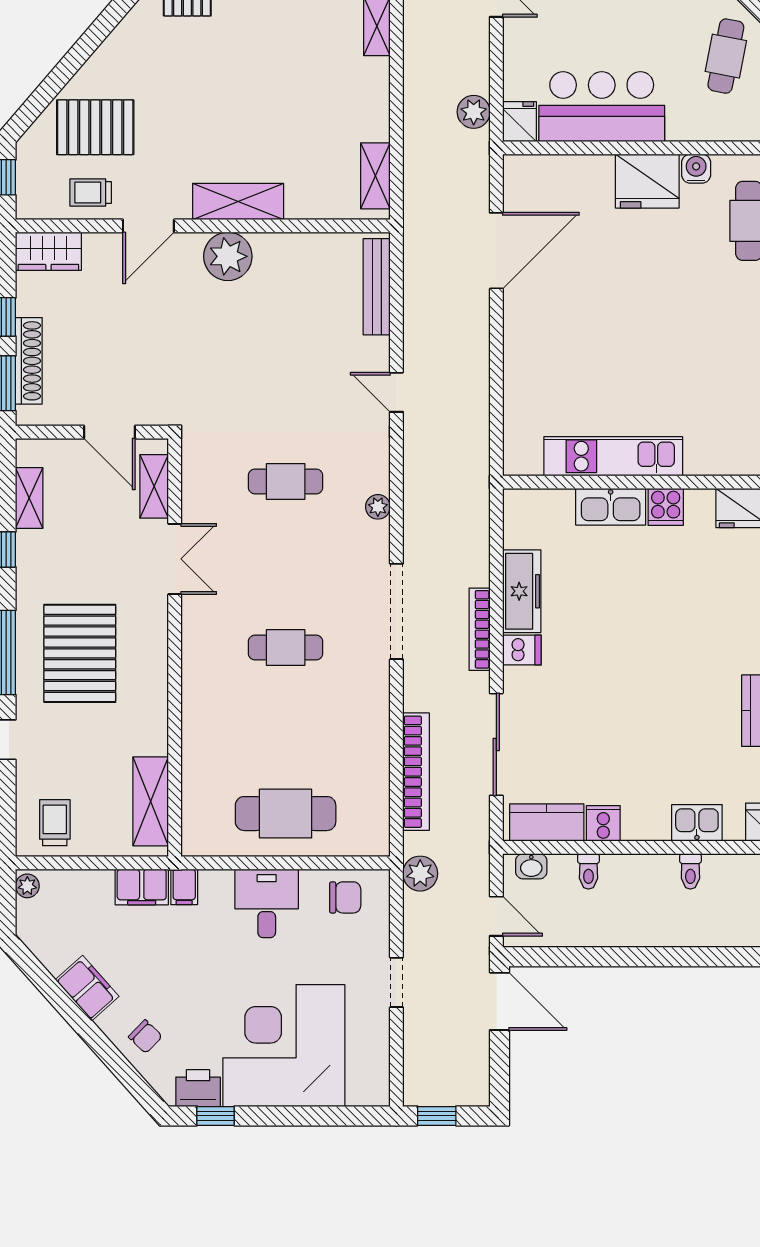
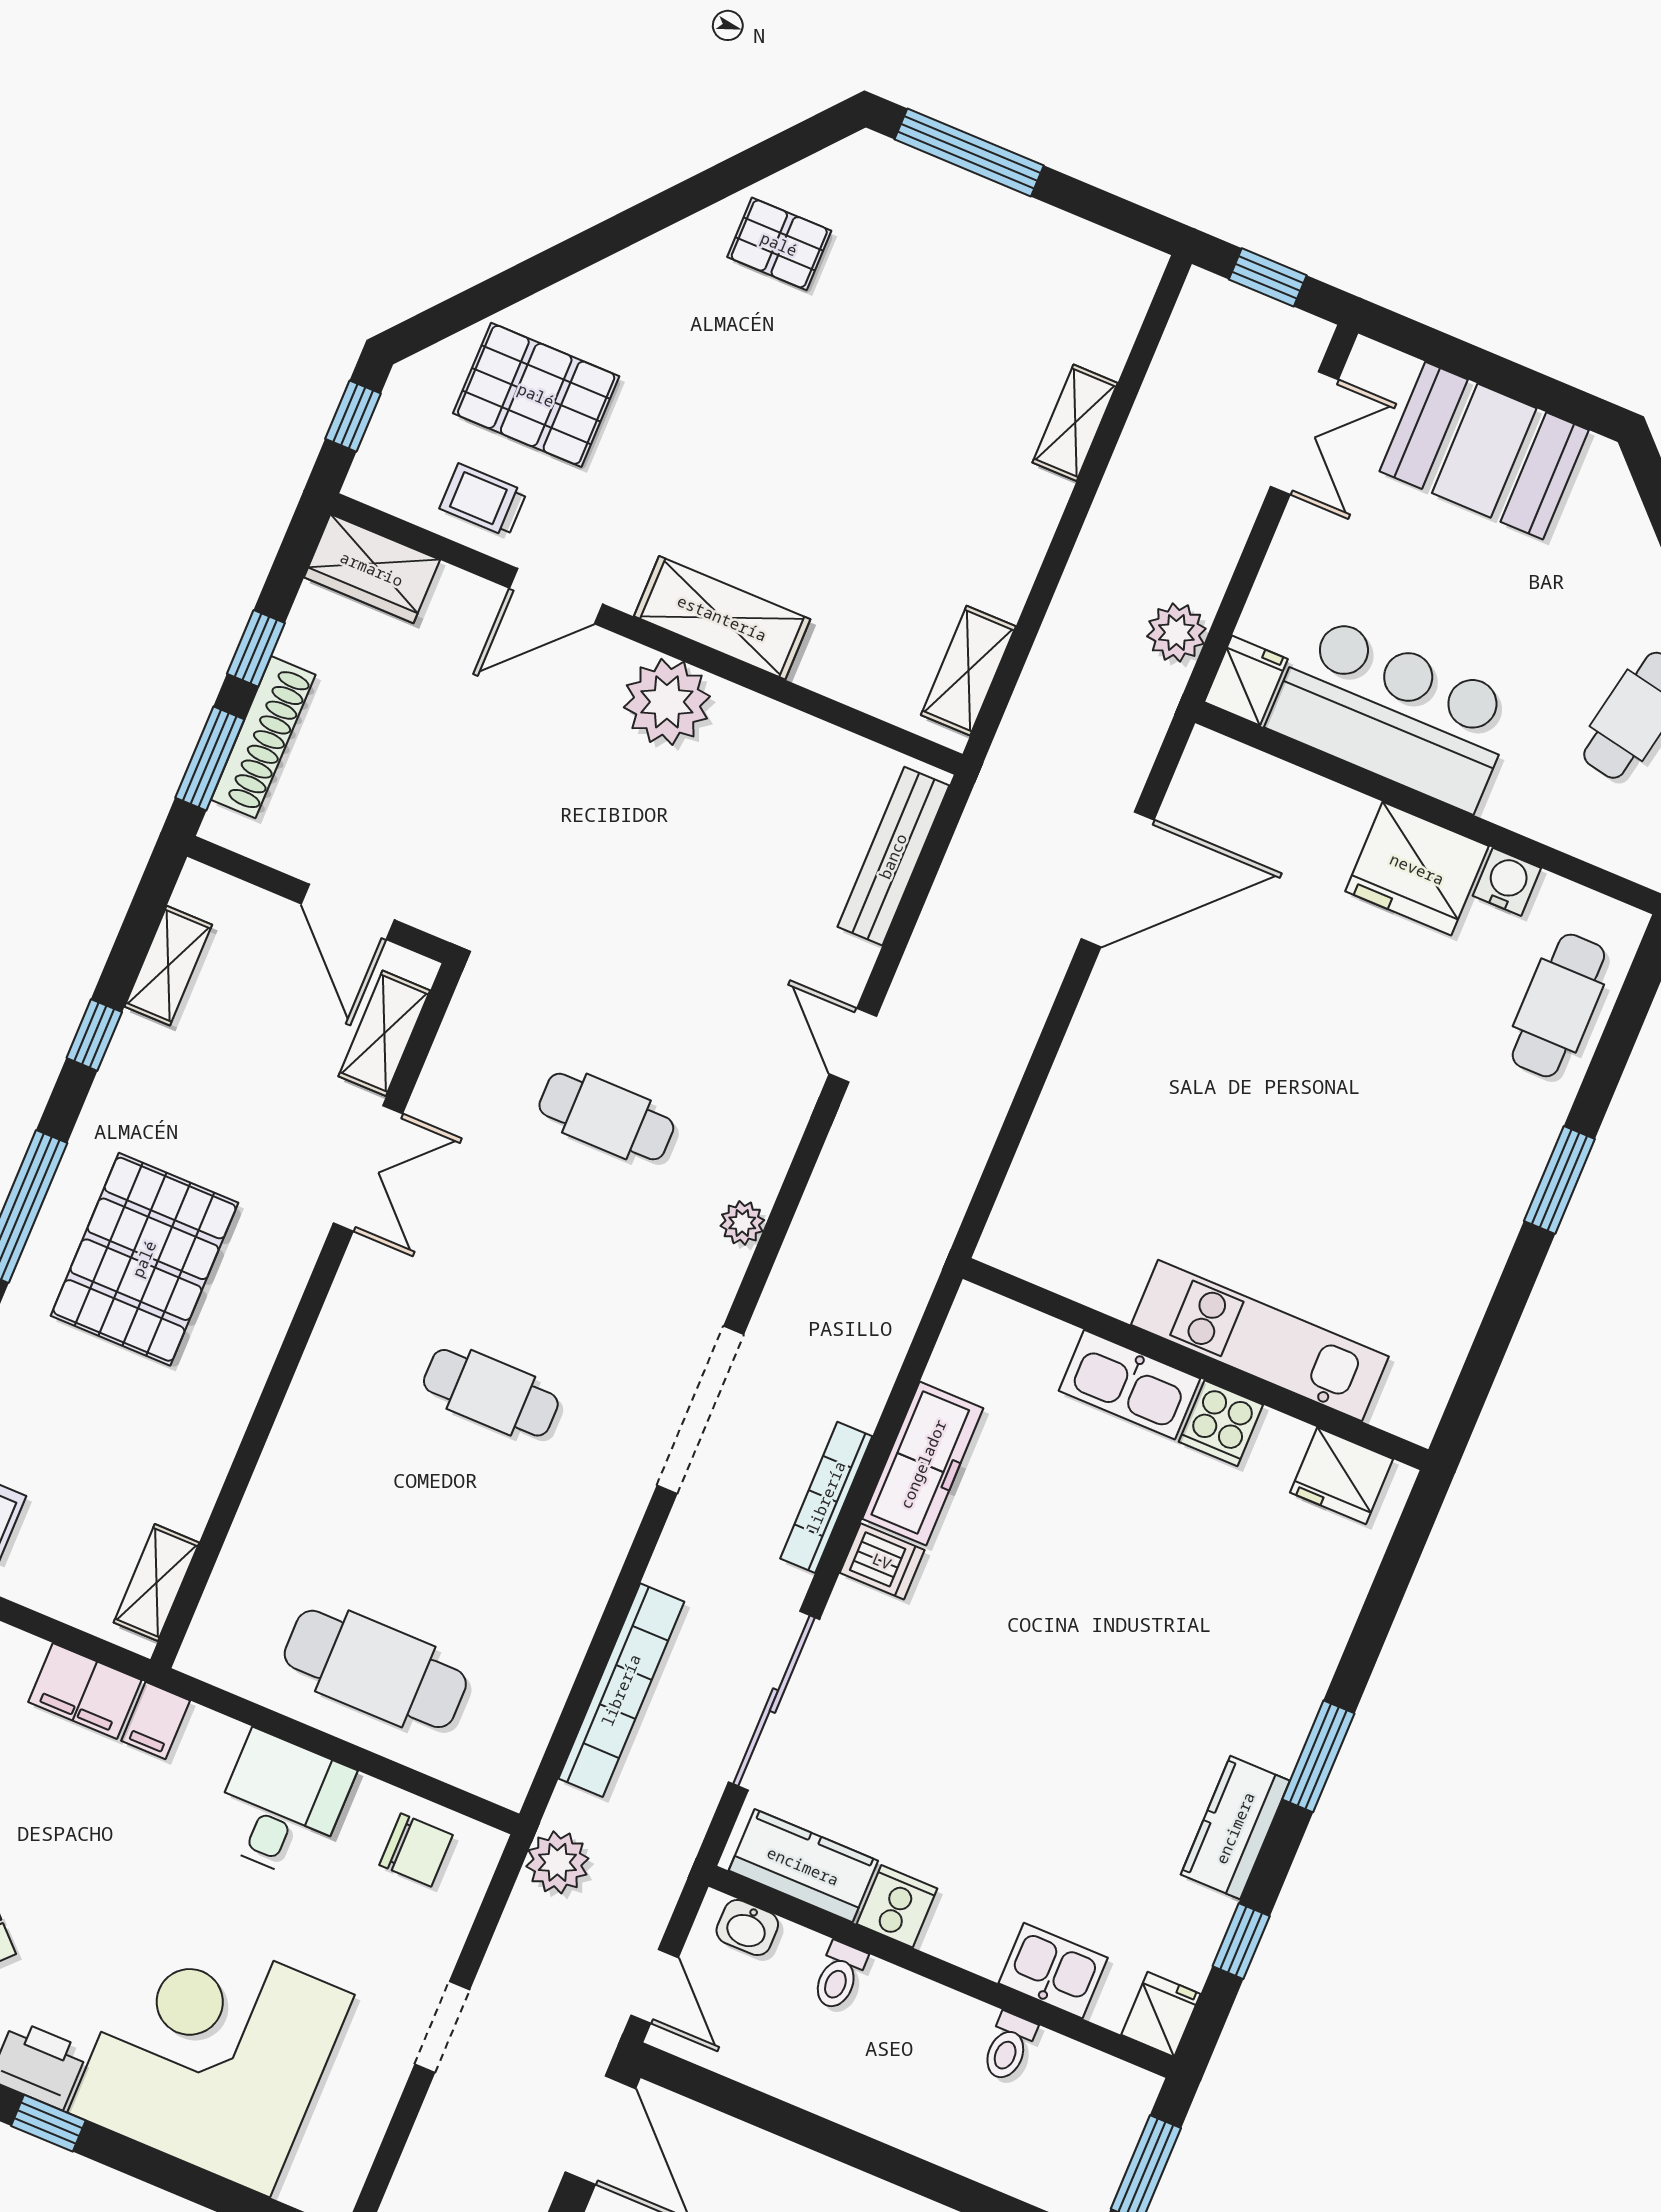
kitchen unit: (613, 456) -> (1260, 1341), moved
shelving: (151, 801) -> (156, 1583), width x0.67, depth x0.75

